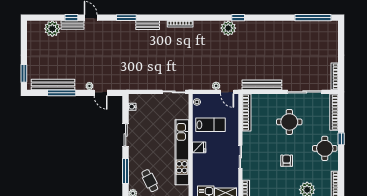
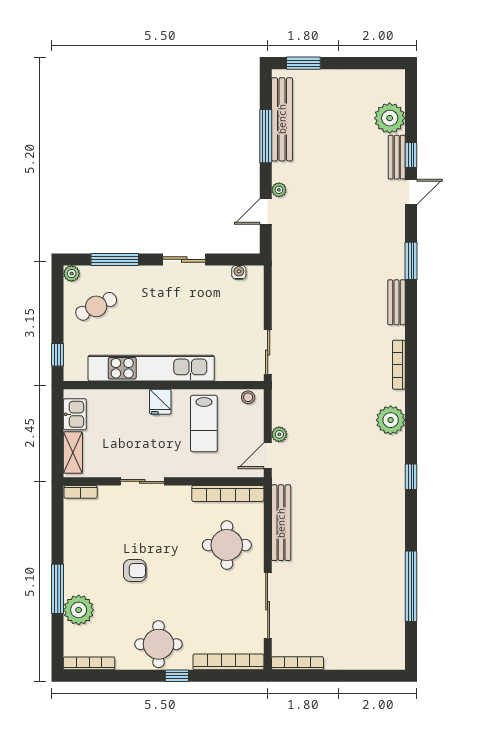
window: (313, 18) -> (411, 586), moved
plant: (228, 28) -> (391, 420), moved
round table: (289, 122) -> (227, 545), moved

